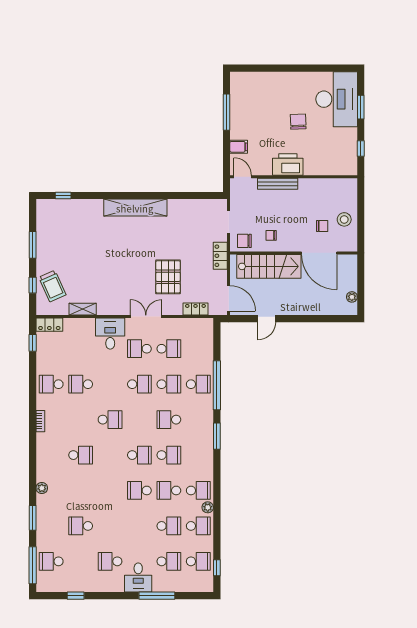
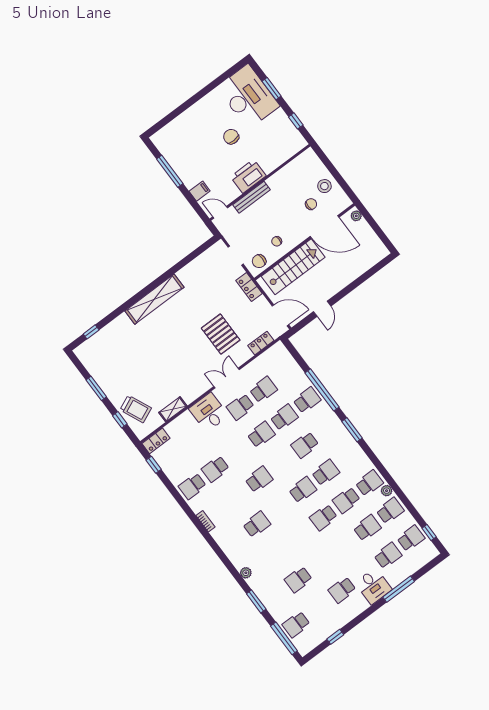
plant: (352, 297) -> (356, 216), moved

